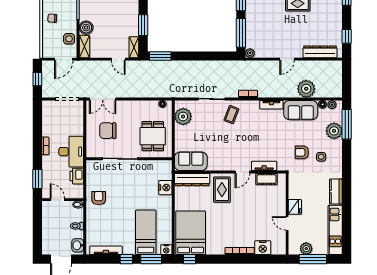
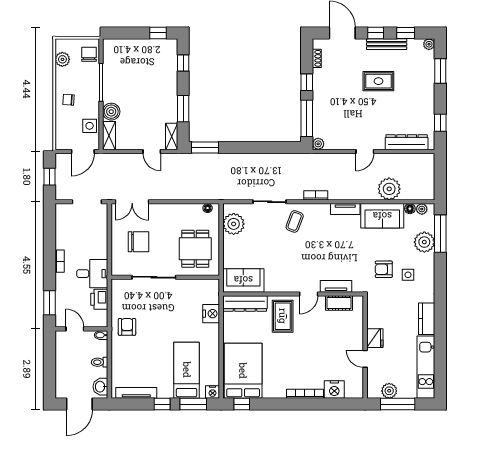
chair: (108, 131) -> (139, 242), turned 180
desk: (71, 152) -> (92, 274), width x0.73

